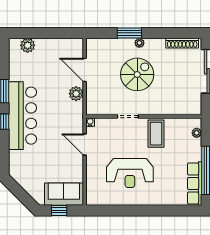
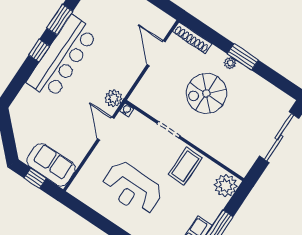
window: (129, 33) -> (243, 57), moved
shoe rack: (182, 43) -> (192, 38), moved
spiral stairs: (137, 74) -> (206, 93), turned 180
plant: (76, 94) -> (114, 98), moved
plant: (197, 133) -> (226, 186), width x1.87, depth x1.87

